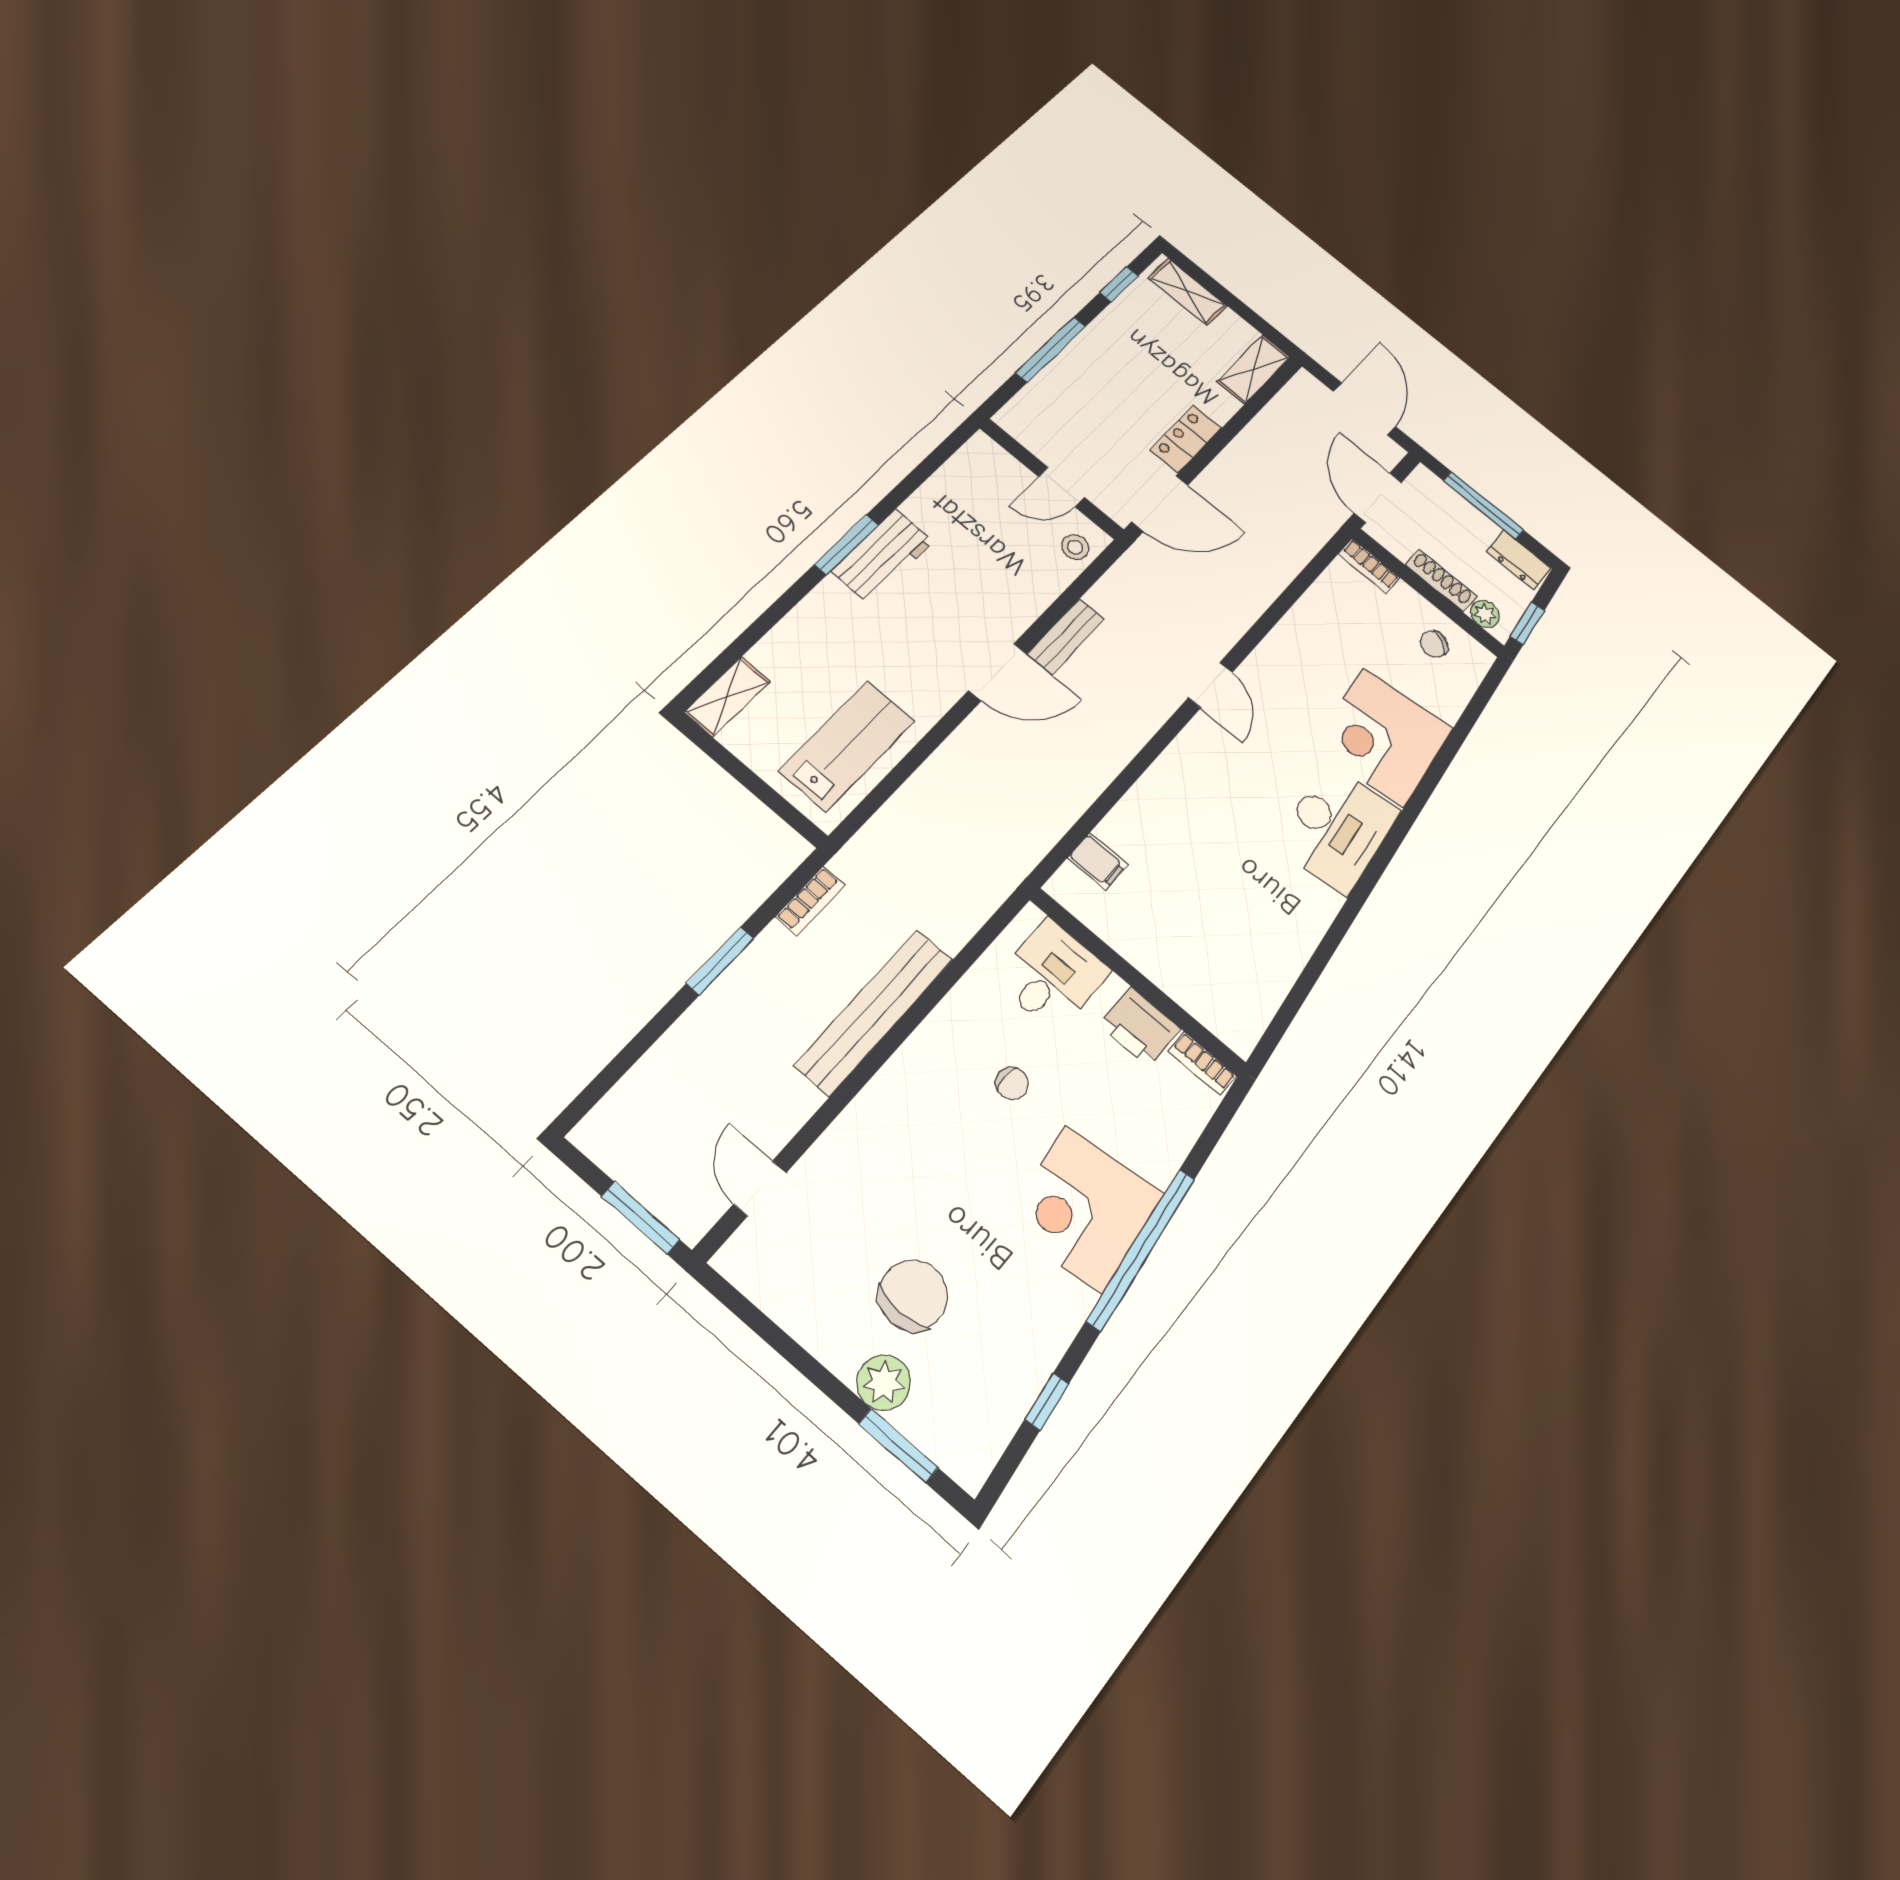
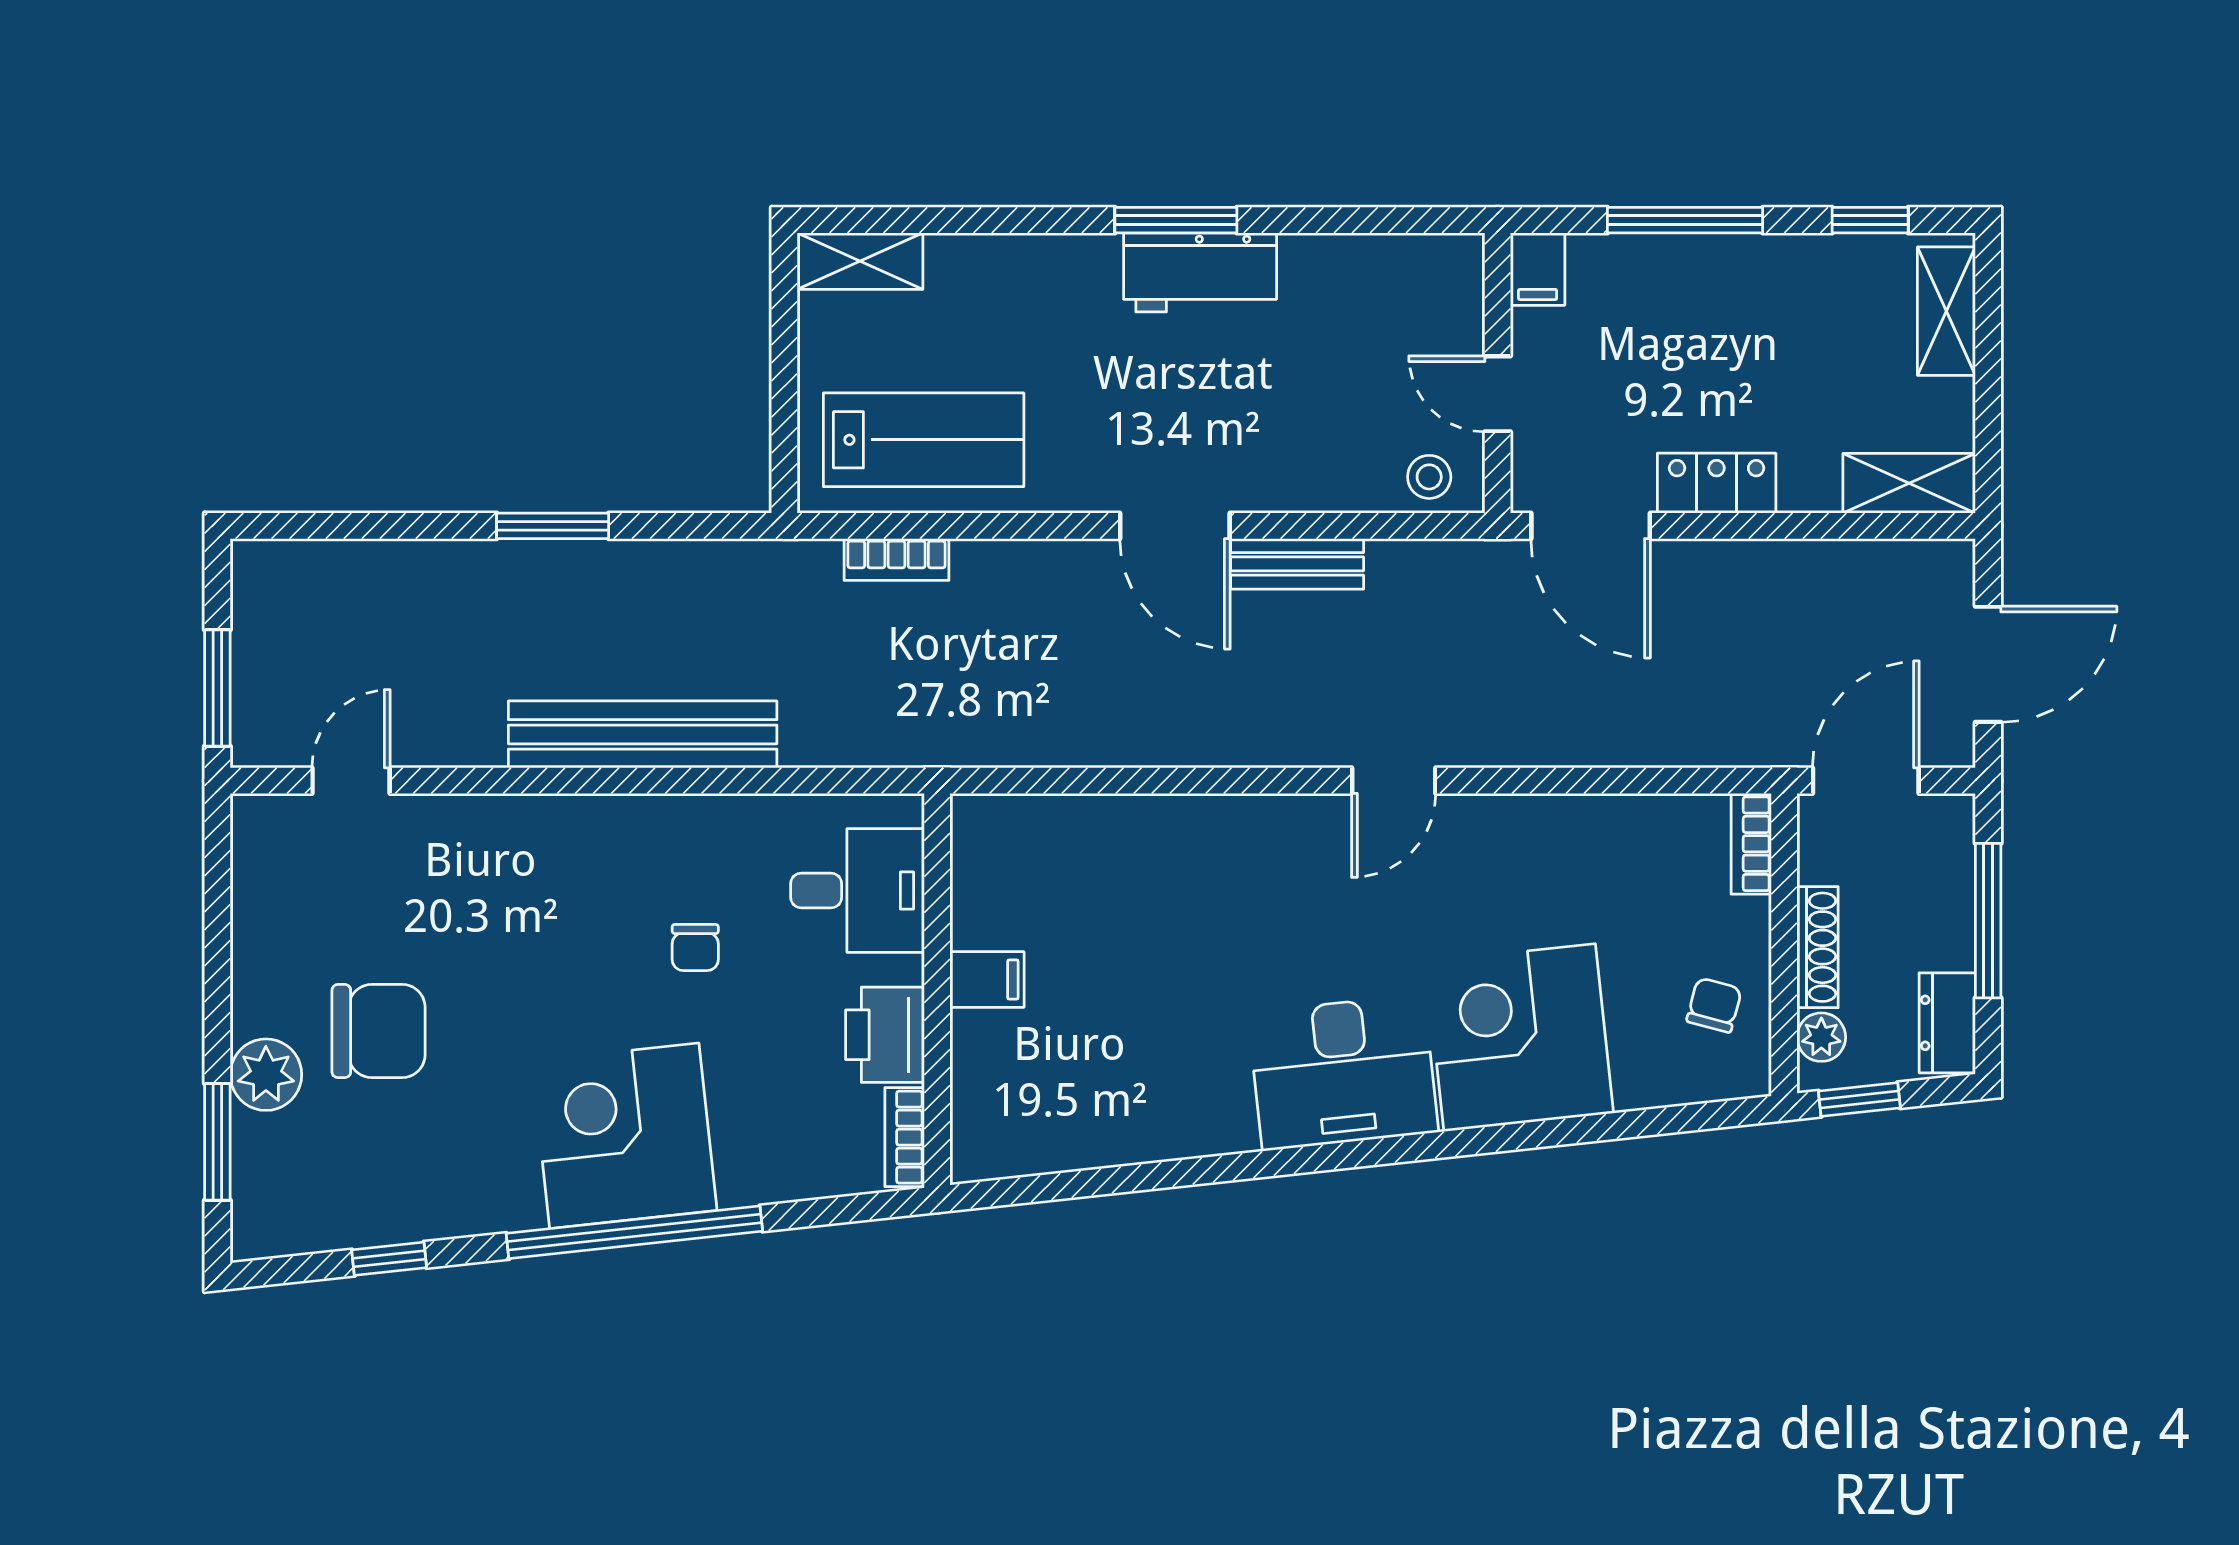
filing cabinet: (1017, 423) -> (1538, 269), added
chair: (1434, 644) -> (1714, 1005), turned 75
filing cabinet: (1098, 861) -> (987, 979), moved, turned -90
bookcase: (810, 901) -> (896, 560), moved

